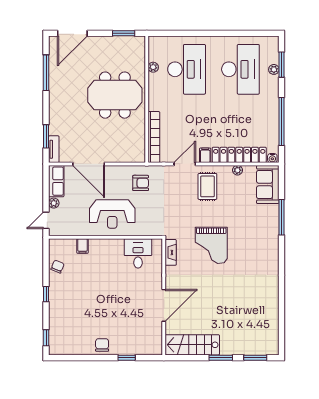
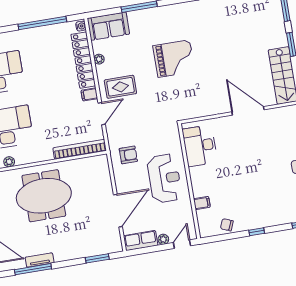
meeting table: (115, 95) -> (44, 196), turned 90
tv unit: (54, 149) -> (40, 260), moved
door: (185, 164) -> (102, 114), swing flipped
armchair: (141, 183) -> (128, 155), turned 90
door: (46, 220) -> (182, 244), swing flipped
grand piano: (211, 245) -> (174, 59), moved
fireplace: (171, 252) -> (193, 113), removed
desk: (138, 253) -> (200, 146), width x1.37

